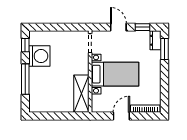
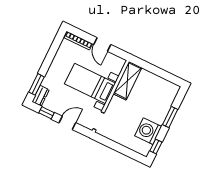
door: (118, 27) -> (67, 123), swing flipped
window: (25, 79) -> (170, 117), width x0.69
door: (121, 116) -> (102, 44), hinge flipped

